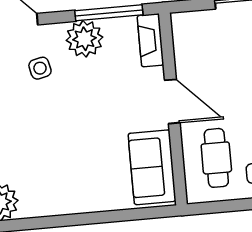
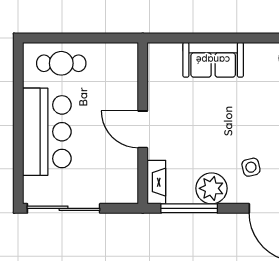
cafe table: (216, 158) -> (110, 79), removed
sofa: (152, 167) -> (213, 60), moved, turned 90

